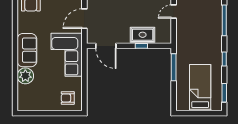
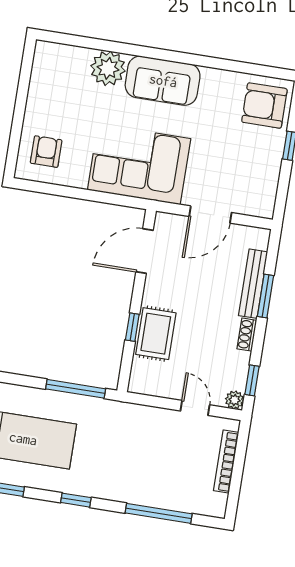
door: (84, 19) -> (210, 214), swing flipped

